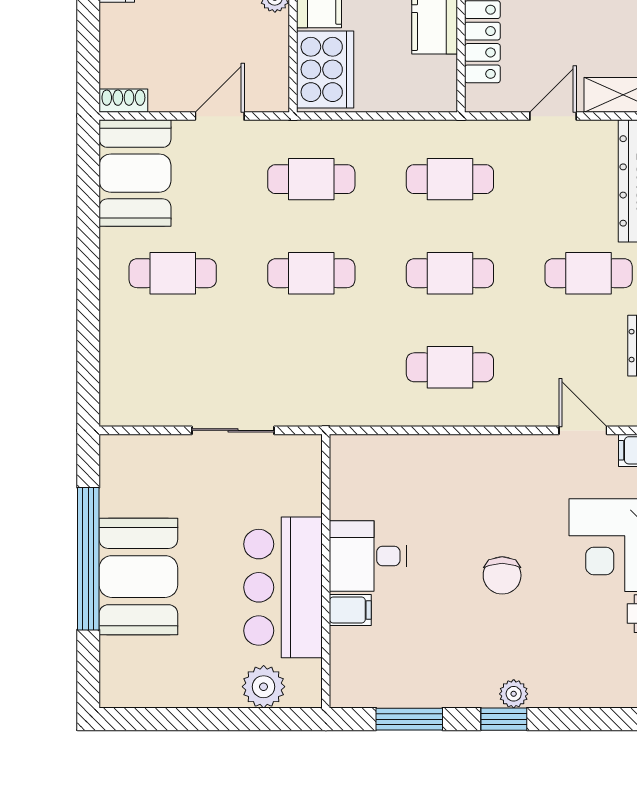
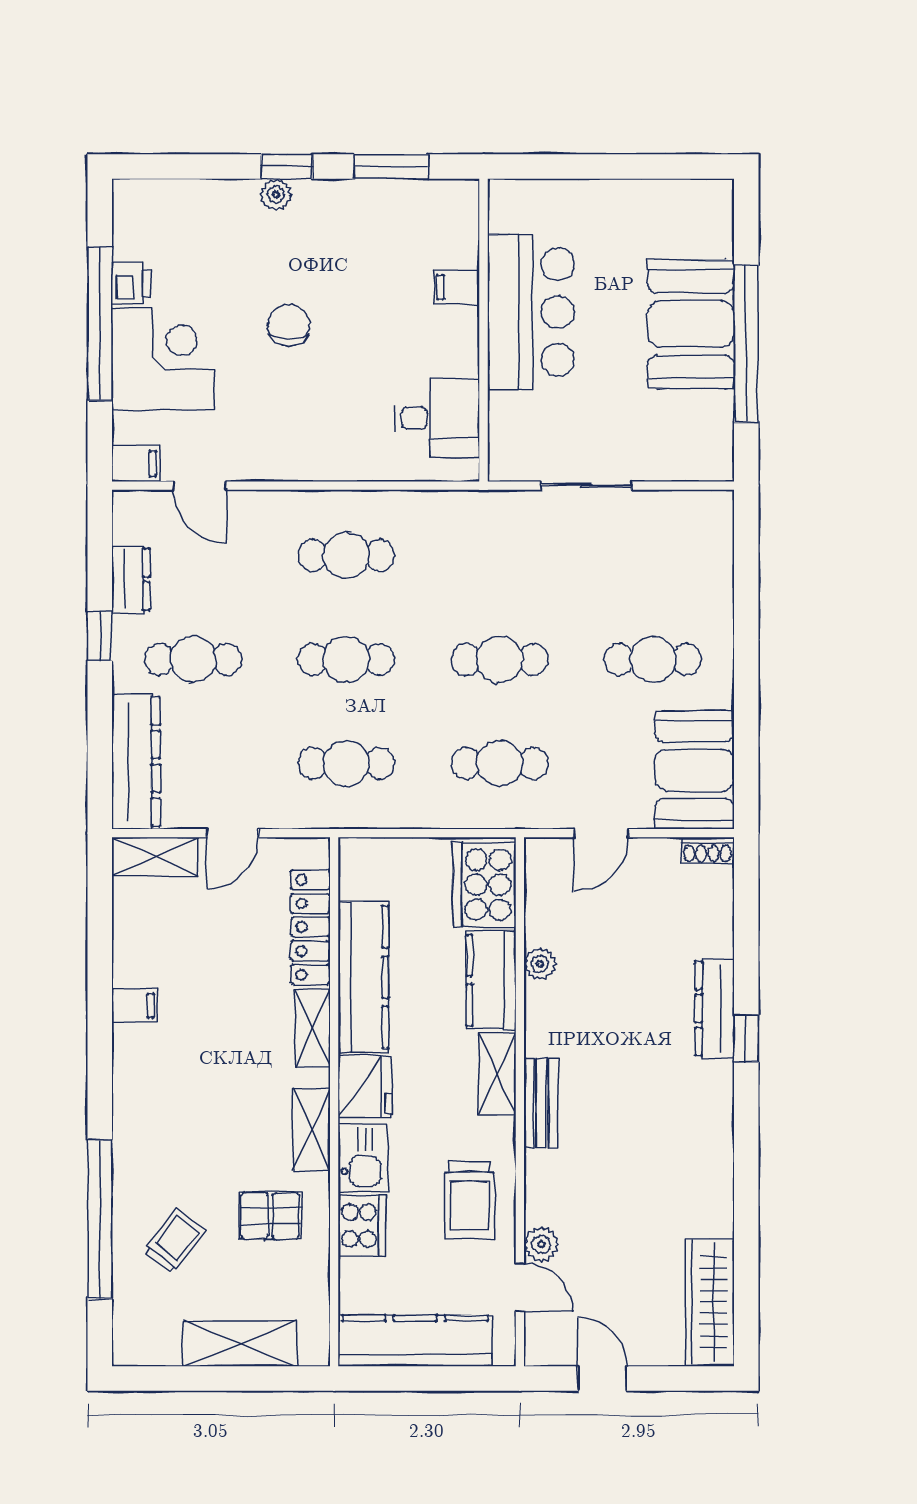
desk: (368, 556) -> (437, 418), moved
plant: (264, 687) -> (552, 202), removed

